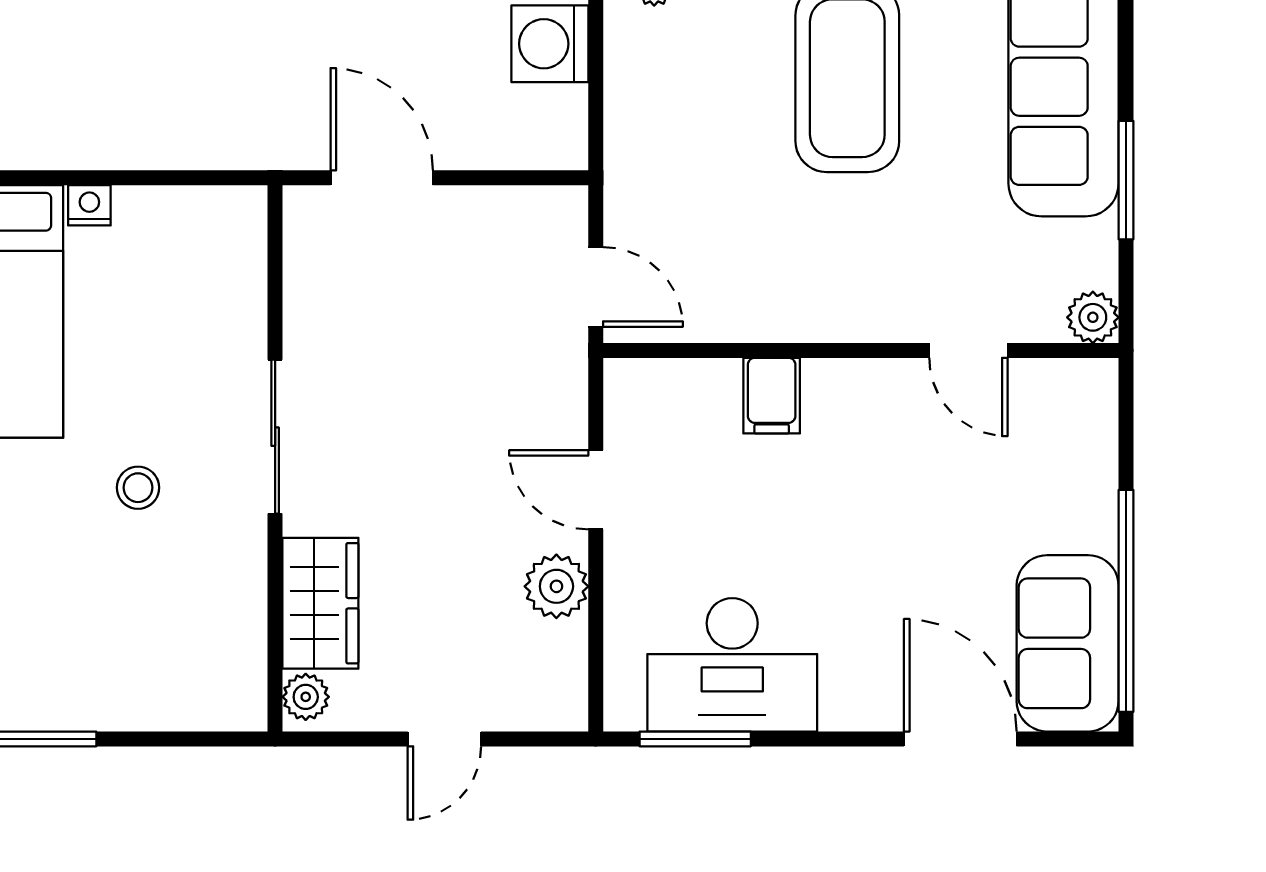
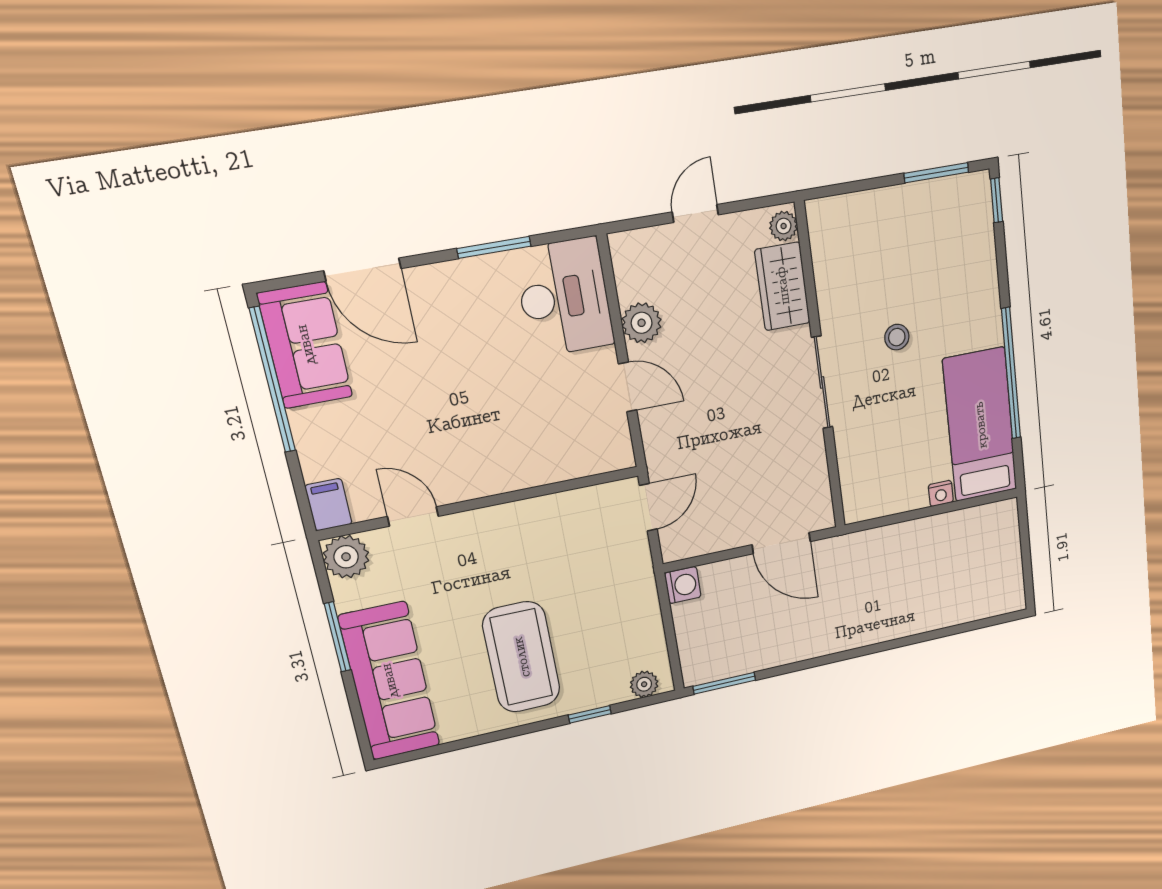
washing machine: (550, 44) -> (683, 585), moved, width x0.73, depth x0.73
door: (596, 287) -> (648, 507), swing flipped
plant: (1093, 317) -> (346, 557), width x1.38, depth x1.38
filing cabinet: (772, 396) -> (328, 505), moved
desk: (732, 665) -> (564, 297), moved, turned 90
window: (695, 739) -> (494, 247), moved

